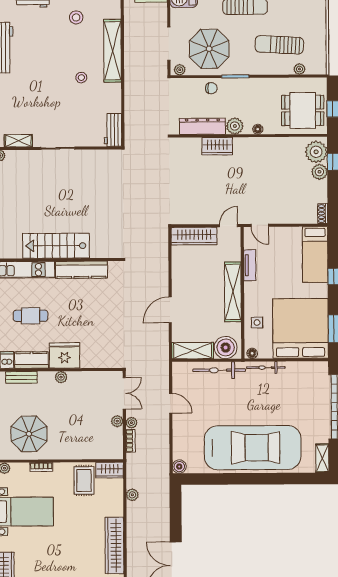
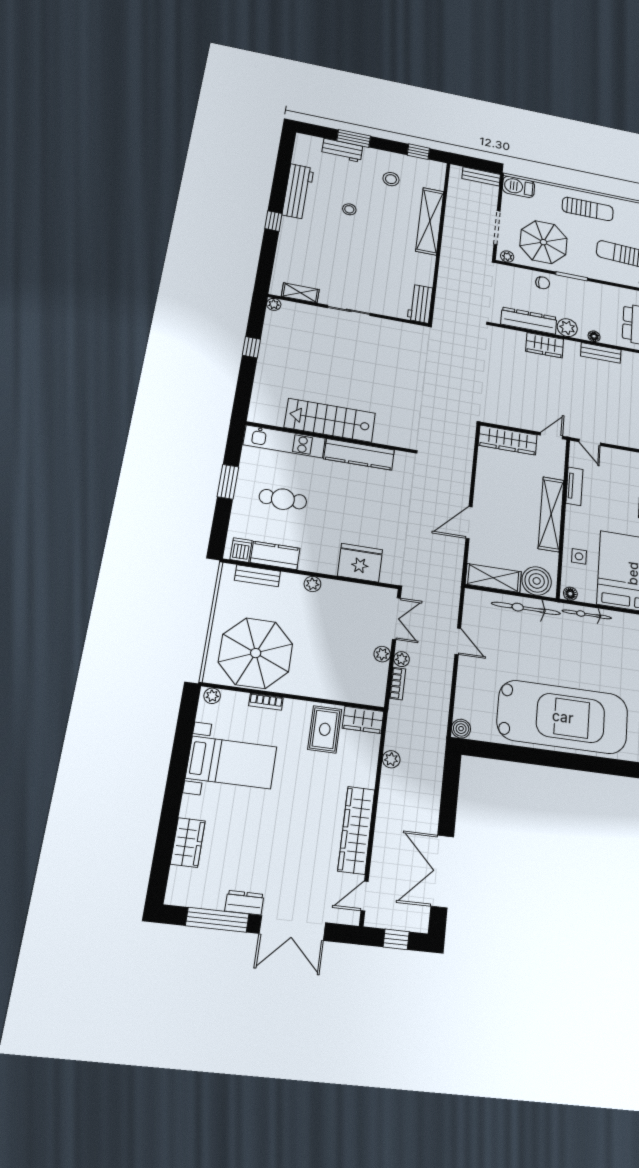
stool: (81, 78) -> (349, 209), moved
bench: (264, 143) -> (601, 353), added
fridge: (65, 355) -> (360, 563), moved
parasol: (29, 434) -> (256, 653), width x1.36, depth x1.36

